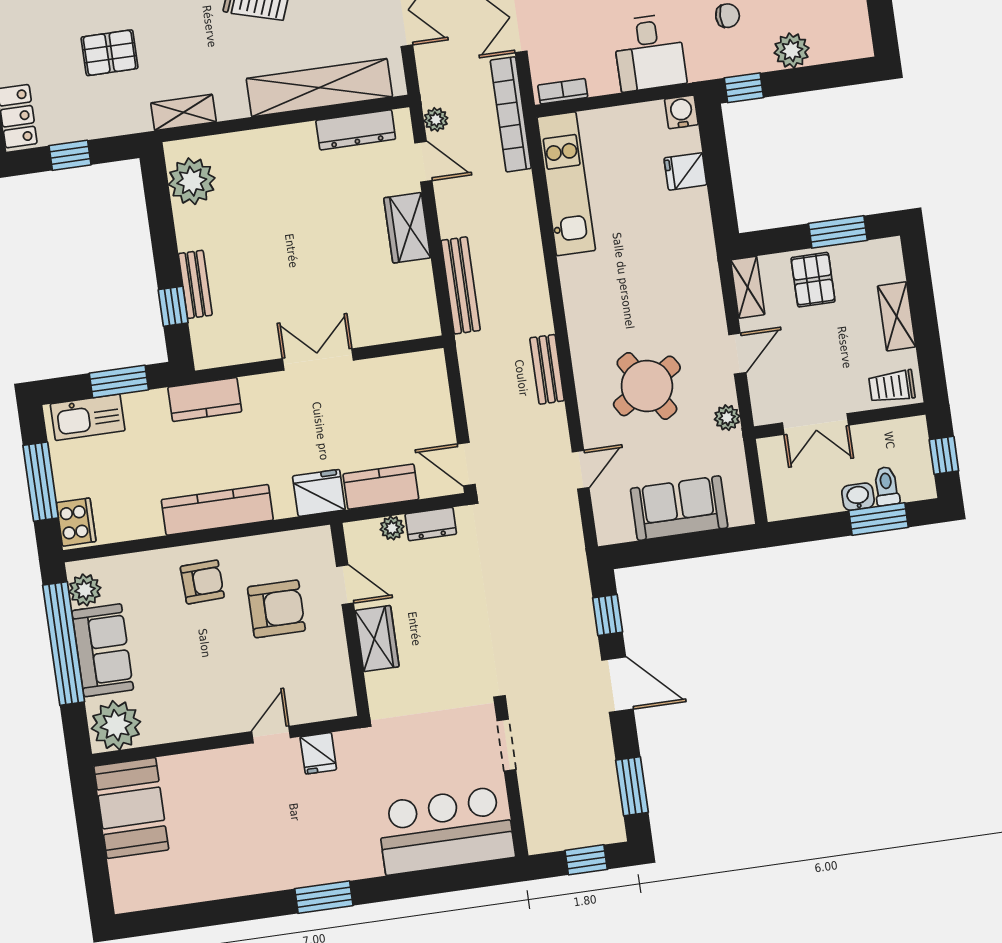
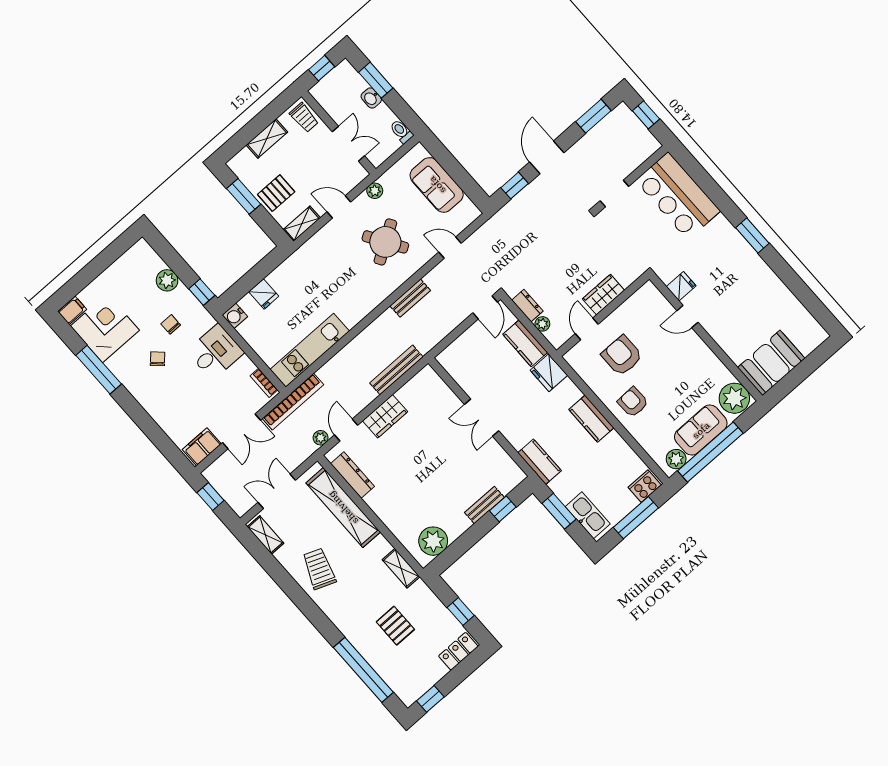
toilet: (886, 486) -> (401, 131), moved, turned 90
kitchen counter: (217, 510) -> (591, 419), width x0.67

